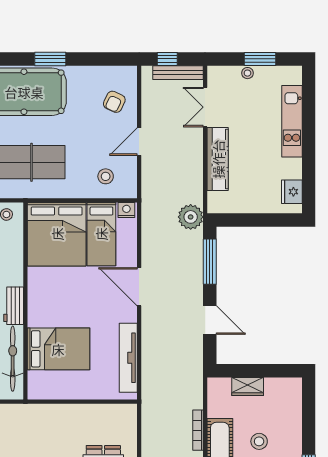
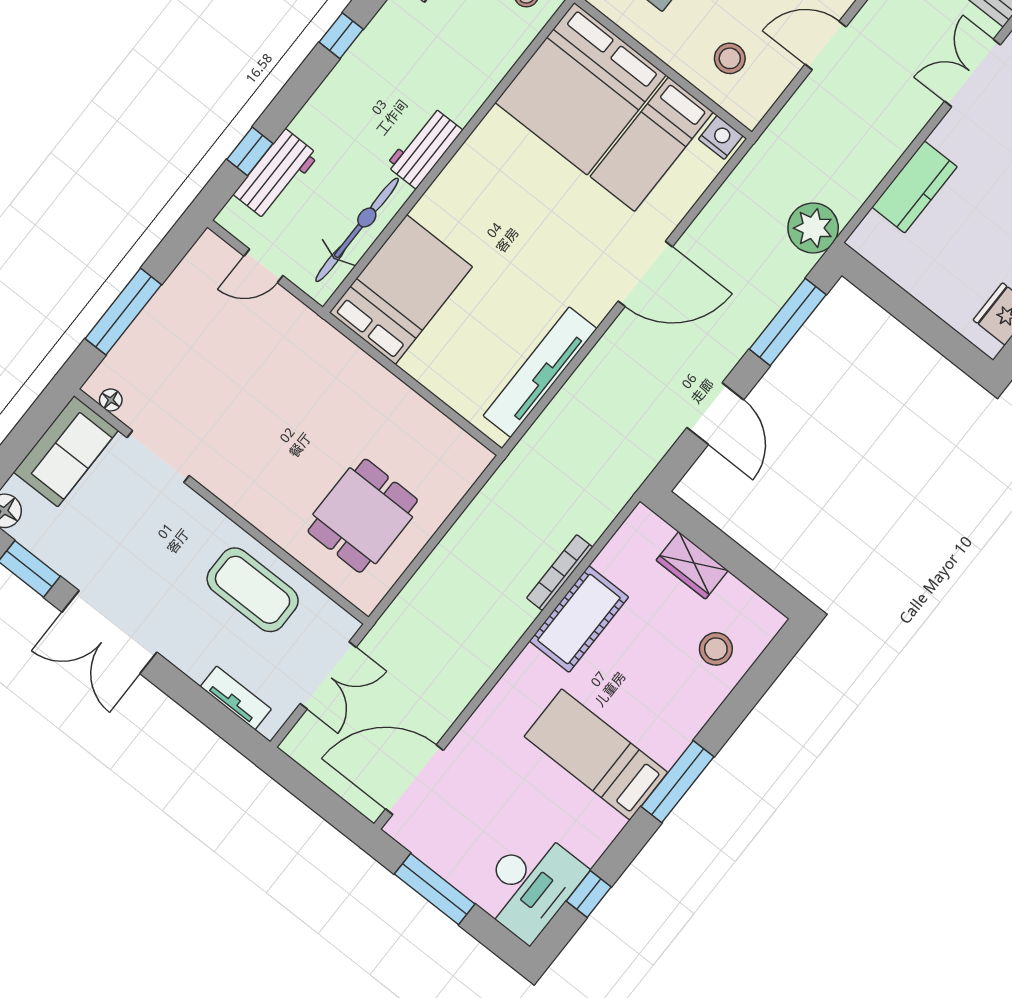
kitchen counter: (218, 159) -> (915, 187), width x0.67
door: (139, 287) -> (645, 274), swing flipped
bed: (58, 349) -> (401, 290), moved, turned -90
stool: (259, 441) -> (716, 649), moved

